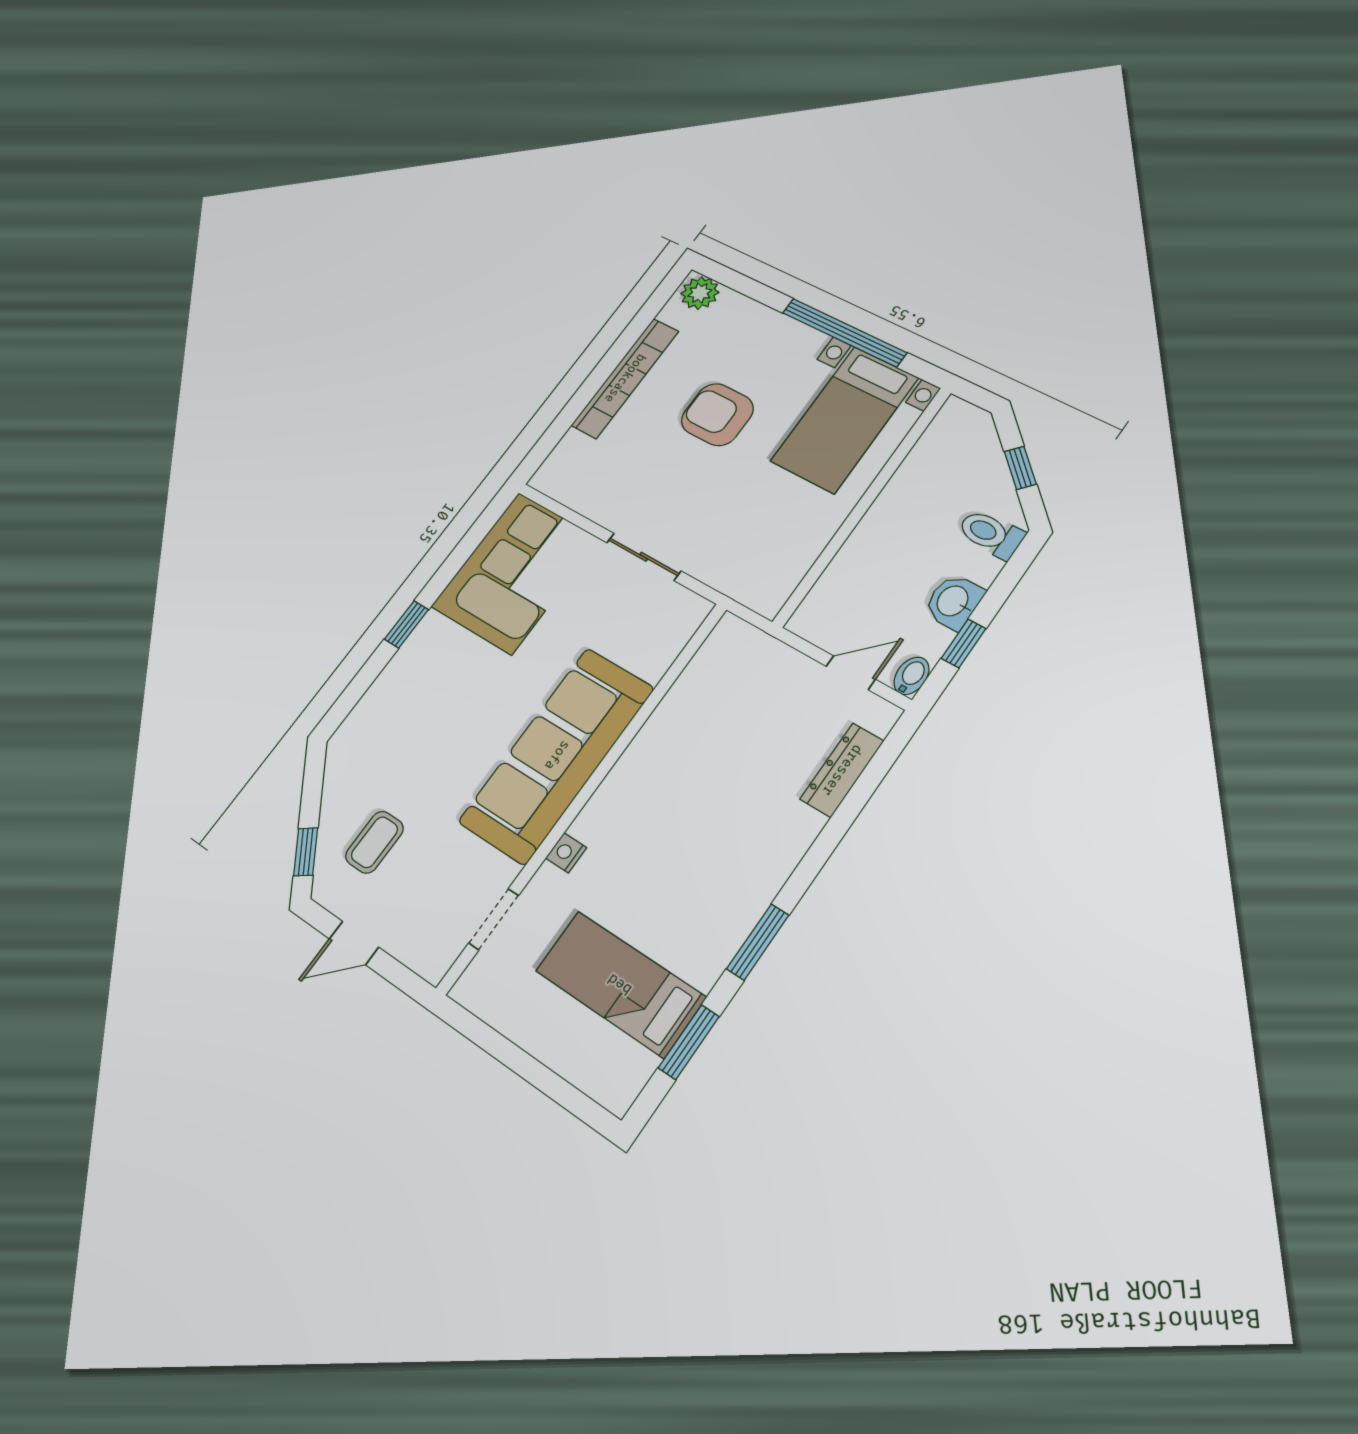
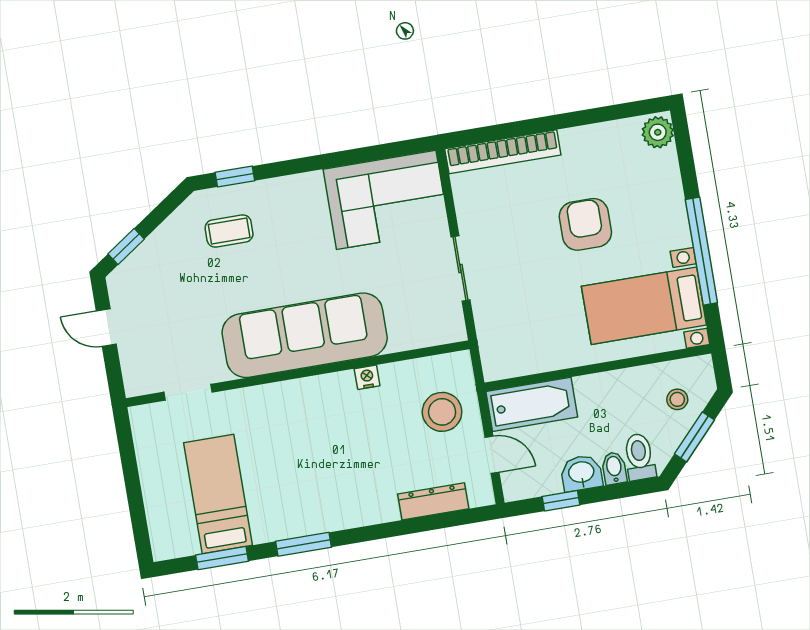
bookcase: (625, 378) -> (503, 152), moved
stool: (966, 456) -> (677, 399), added
window: (1020, 468) -> (694, 437), width x1.50
bathtub: (838, 595) -> (532, 404), added
window: (406, 624) -> (235, 177), moved
bidet: (911, 676) -> (614, 468), moved, turned -90
stool: (761, 686) -> (442, 412), added
coffee table: (374, 842) -> (229, 231), moved
nightstand: (566, 853) -> (367, 377), moved

